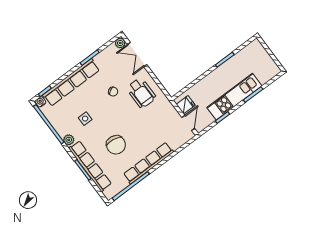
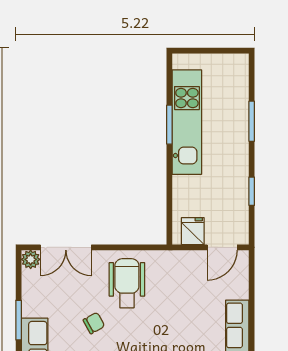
wheelchair: (141, 93) -> (127, 283), turned -90
kitchen unit: (234, 97) -> (187, 122), moved, turned 180
door: (188, 123) -> (222, 247), swing flipped

